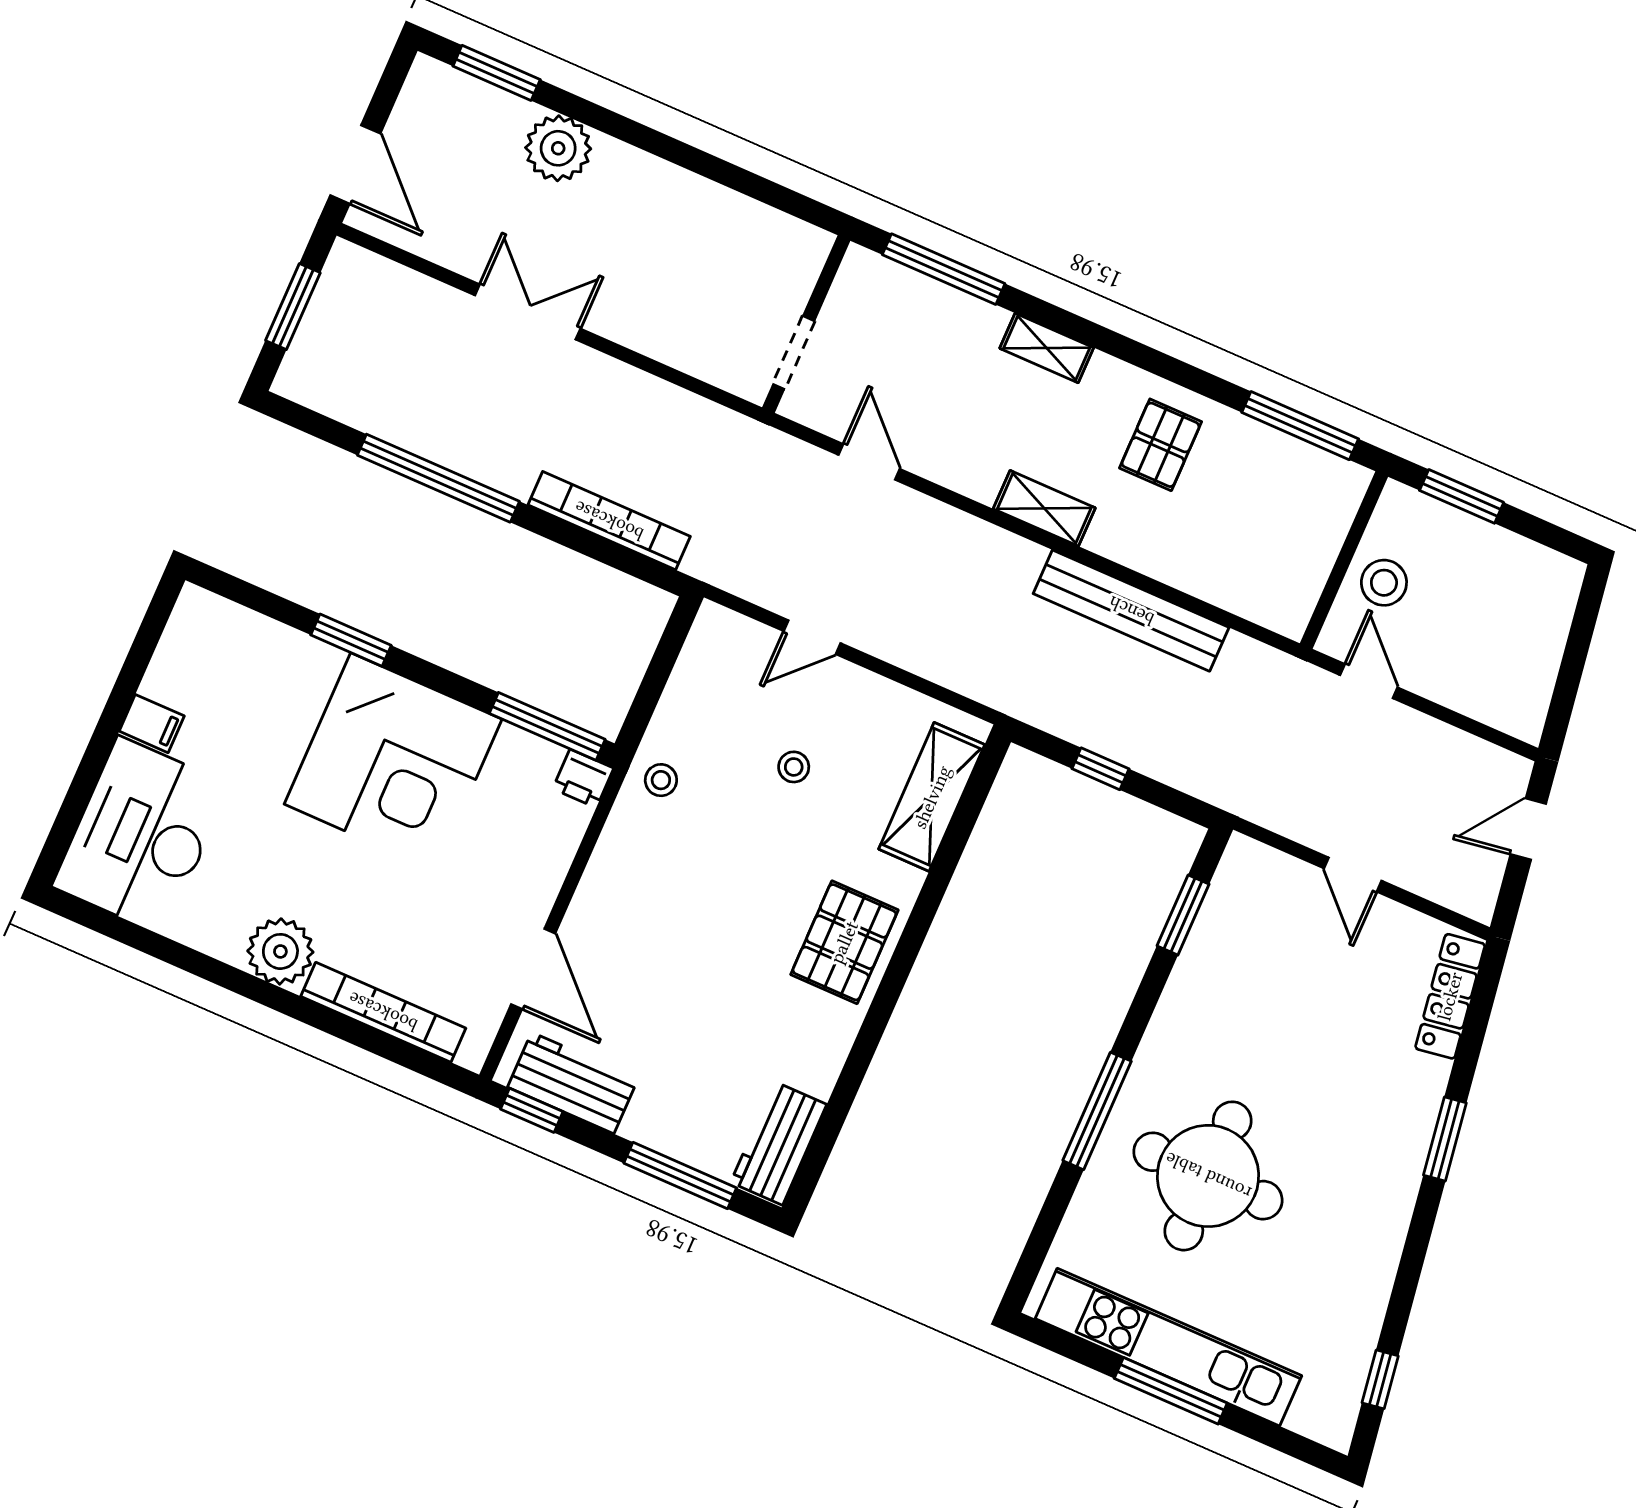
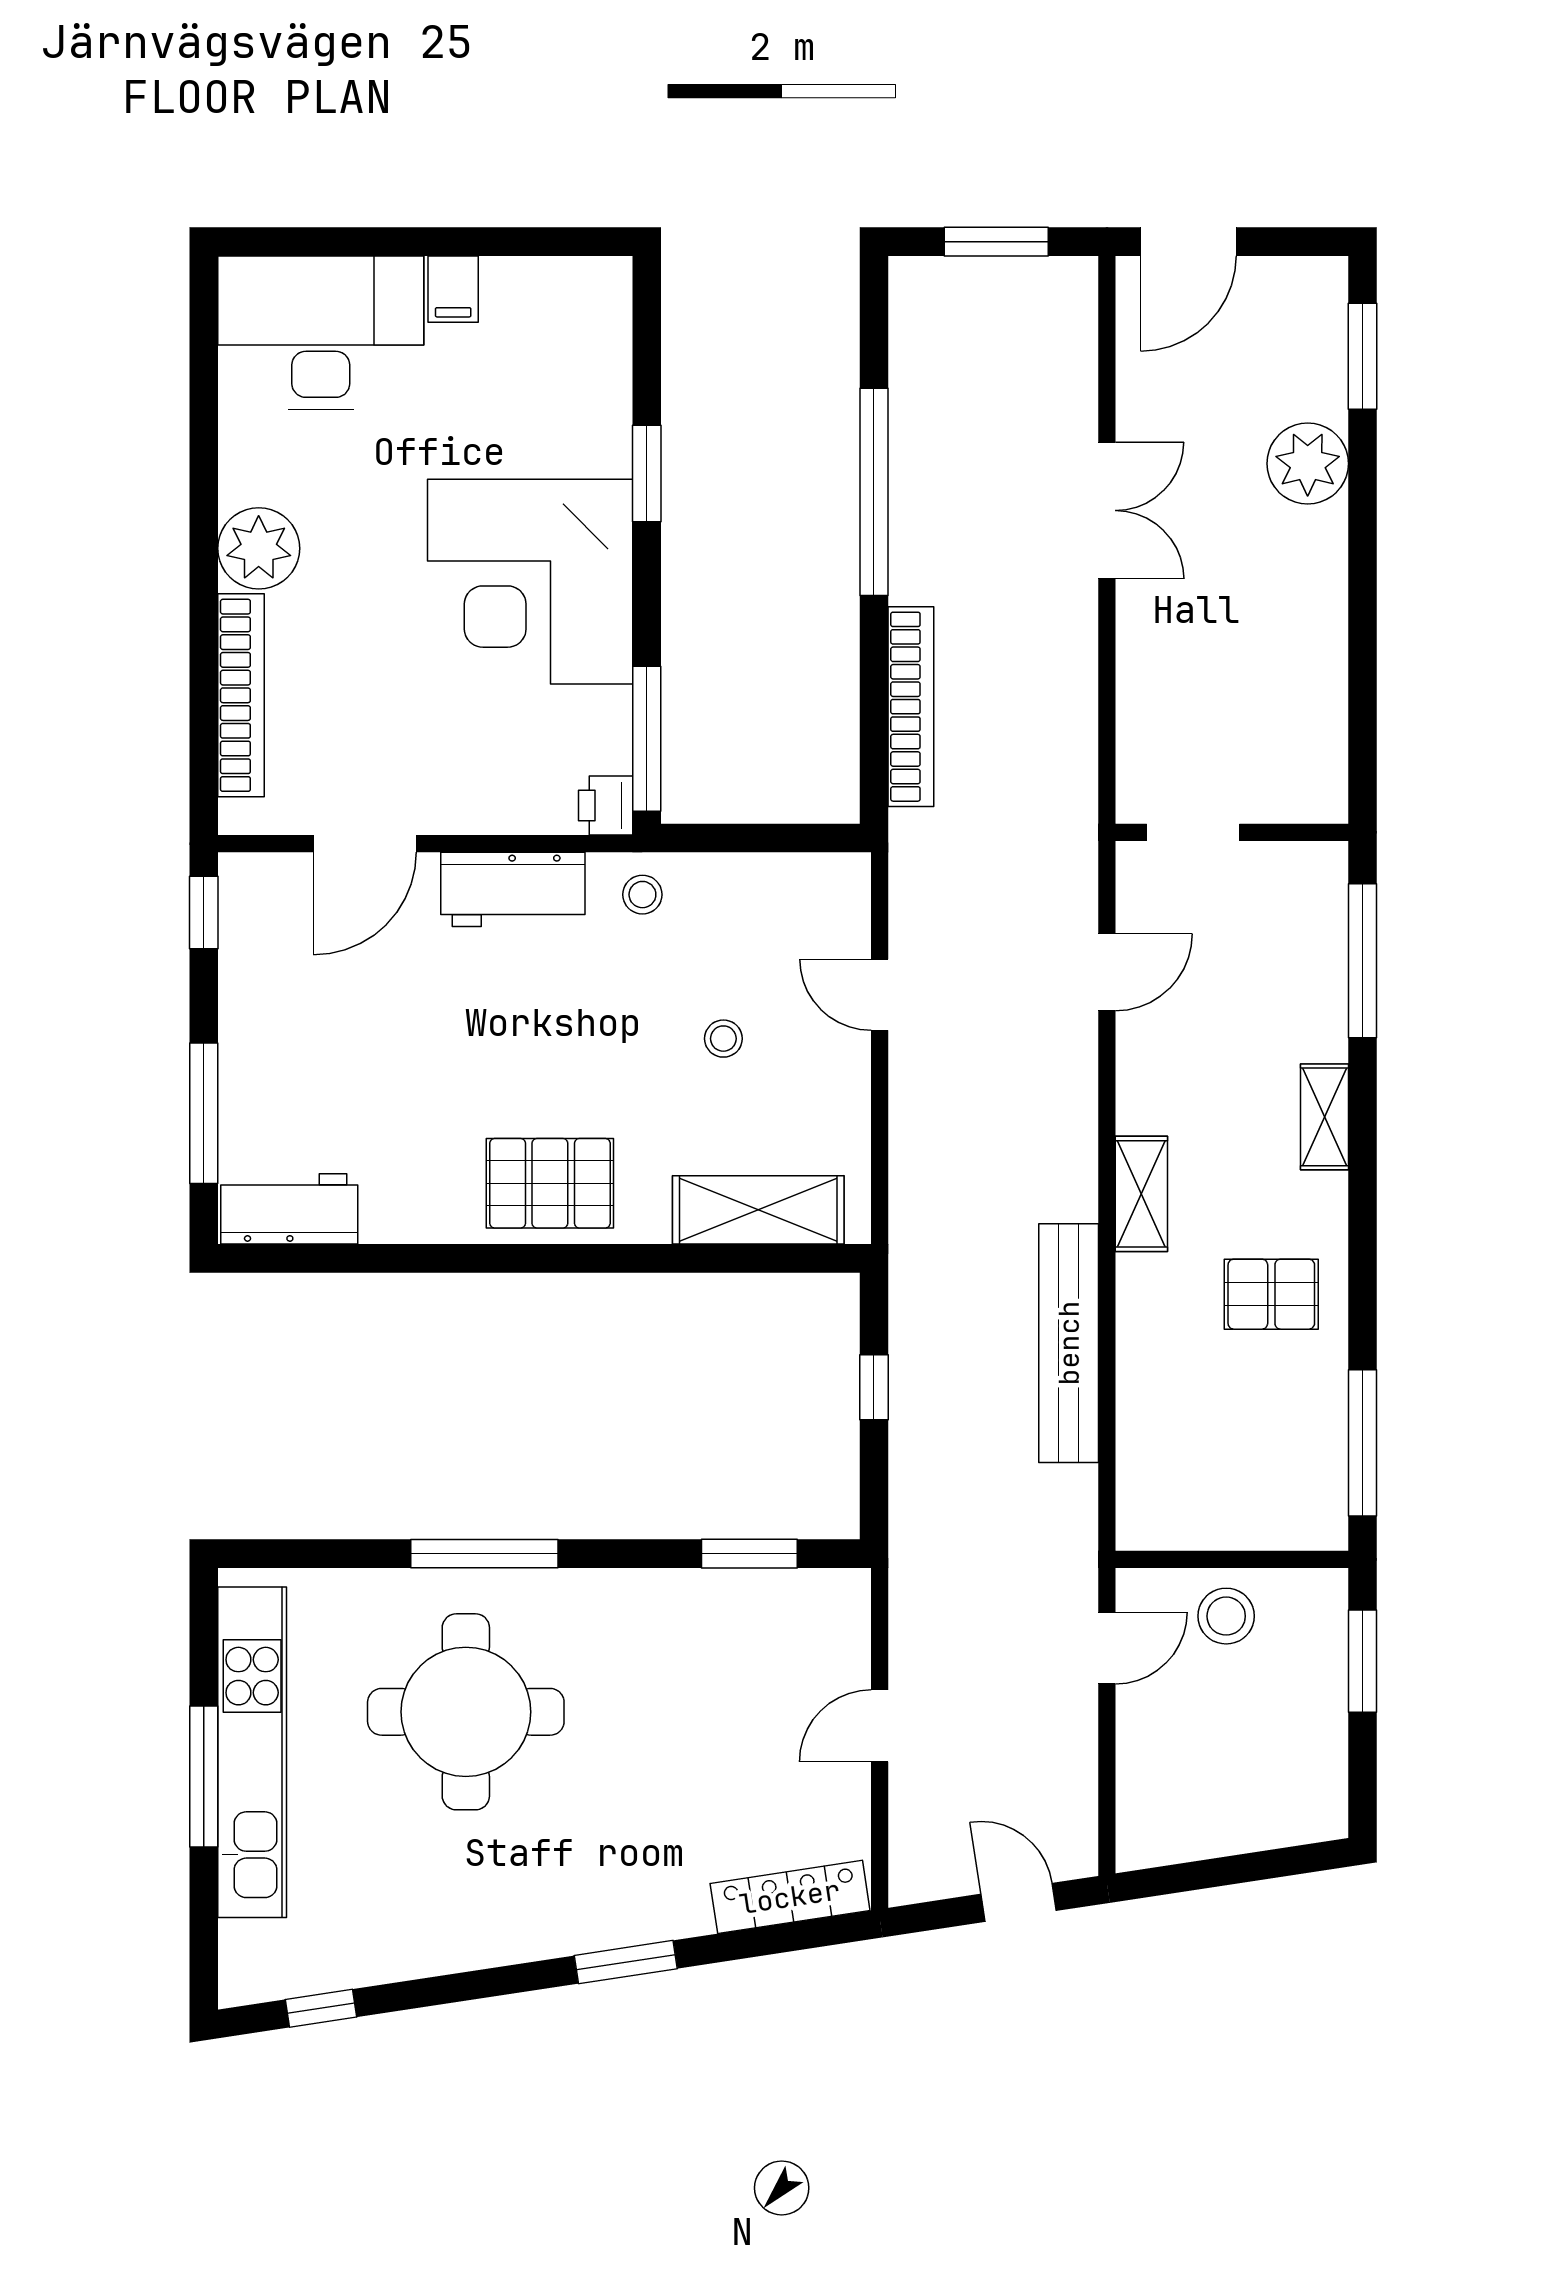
workbench: (573, 1083) -> (513, 889), moved, turned 90

